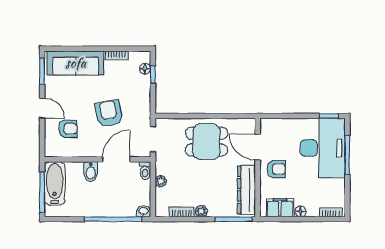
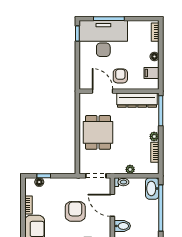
armchair: (109, 113) -> (75, 211), turned 101
door: (258, 147) -> (102, 91), swing flipped
filing cabinet: (280, 208) -> (151, 73), width x0.50
washbasin: (144, 211) -> (152, 188), width x1.91, depth x1.45

